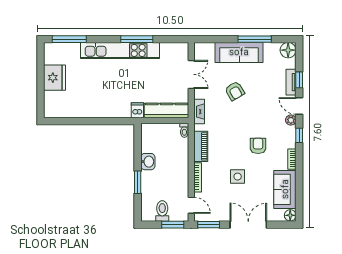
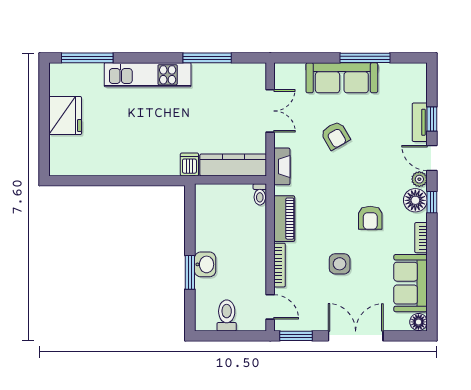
window: (137, 39) -> (207, 58), moved
kitchen unit: (120, 50) -> (148, 75), width x0.73
floor lamp: (288, 50) -> (415, 200), moved
armchair: (258, 146) -> (370, 218), turned 180
washbasin: (148, 162) -> (205, 264), moved
window: (173, 225) -> (243, 336), removed

